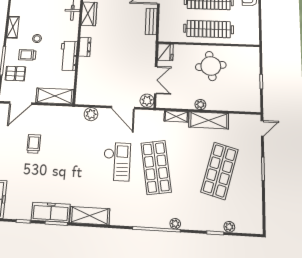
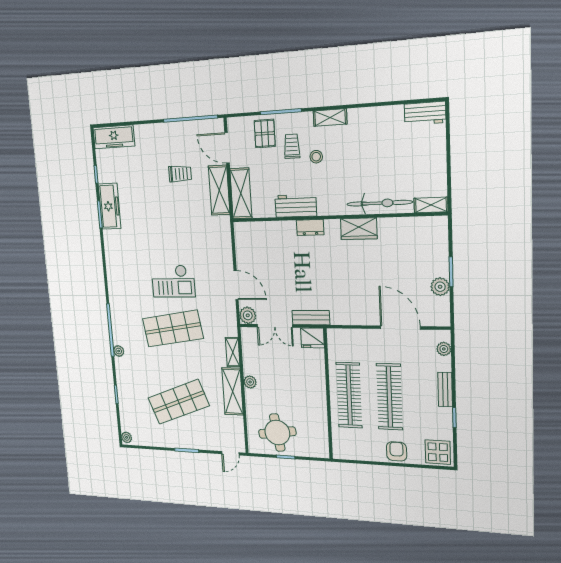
bench: (151, 22) -> (311, 318), moved
round table: (211, 66) -> (277, 433), moved
door: (123, 108) -> (236, 285), swing flipped
plant: (91, 114) -> (224, 244), removed
door: (262, 128) -> (230, 453), hinge flipped
shop shelf: (220, 171) -> (179, 402), turned -36
shelving: (90, 216) -> (219, 190), moved
plant: (229, 227) -> (127, 437), moved

